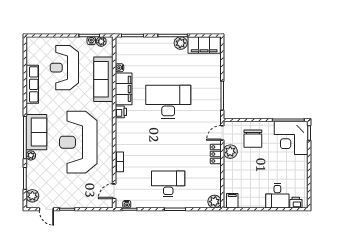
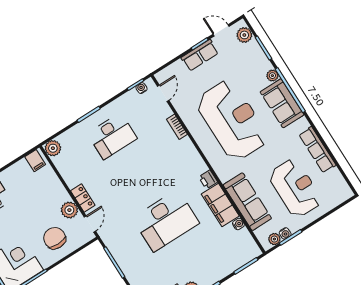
row of seats: (72, 201) -> (200, 55), added

